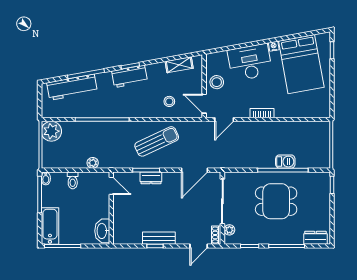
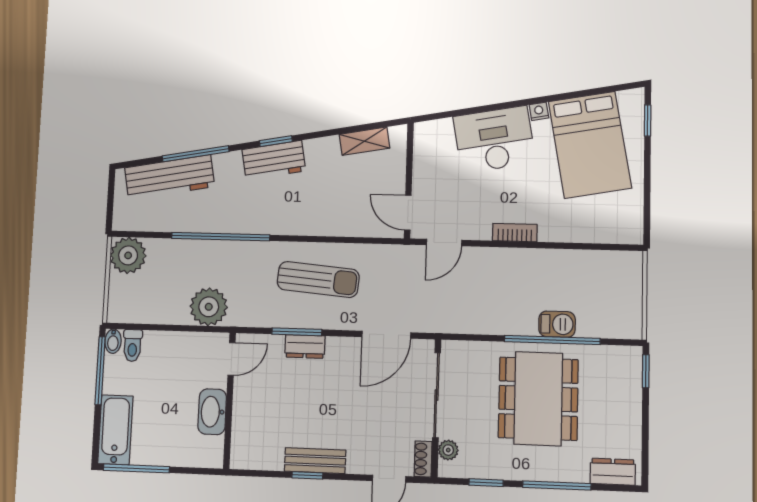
stool: (217, 82) -> (432, 174), removed
stool: (169, 101) -> (344, 207), removed
sun lounger: (157, 141) -> (318, 280), turned 30
plant: (93, 163) -> (209, 307), width x1.87, depth x1.87
toilet: (73, 180) -> (132, 345), moved
door: (111, 186) -> (231, 359), hinge flipped
dining table: (276, 201) -> (538, 399), width x1.38
washbasin: (102, 231) -> (212, 412), moved

